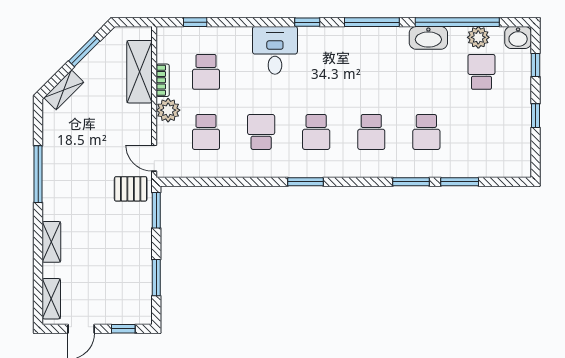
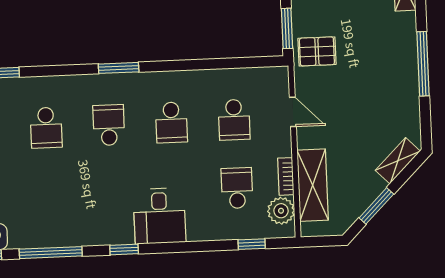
plant: (168, 110) -> (281, 211), moved
school desk: (206, 132) -> (234, 120), turned 180
school desk: (371, 132) -> (46, 128), turned 180
door: (154, 158) -> (293, 112), moved

